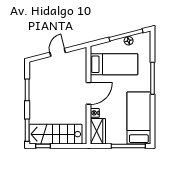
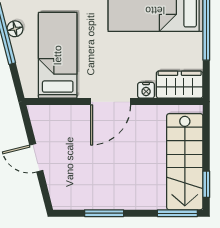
door: (89, 93) -> (111, 102), swing flipped

